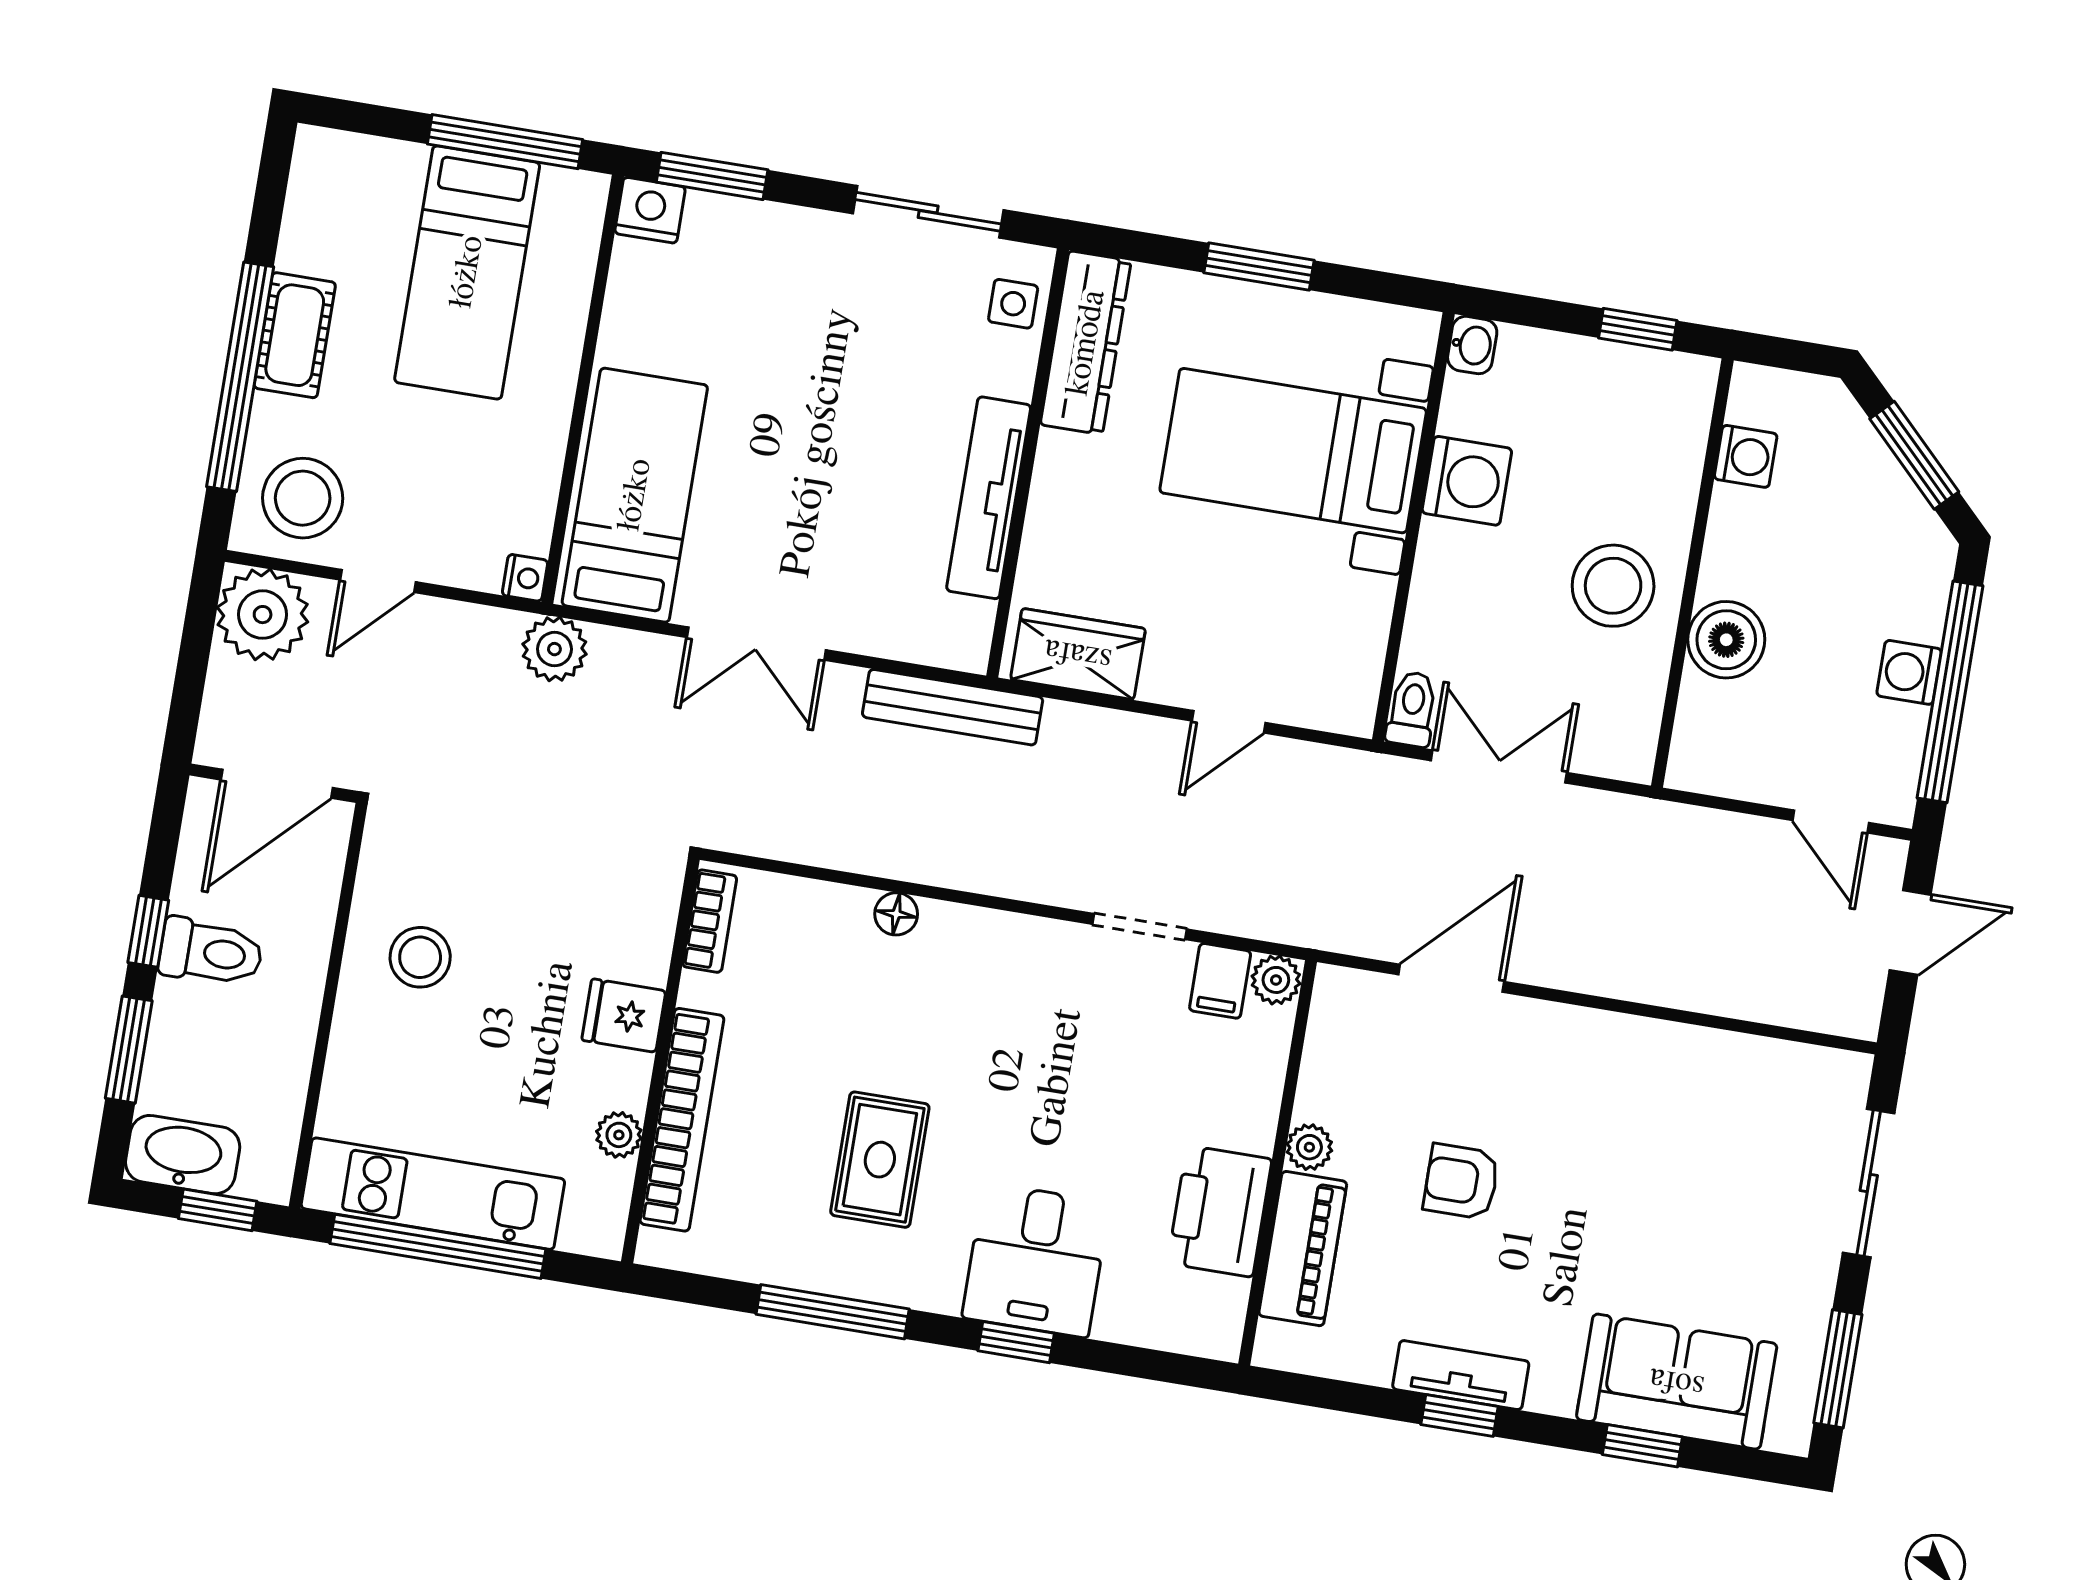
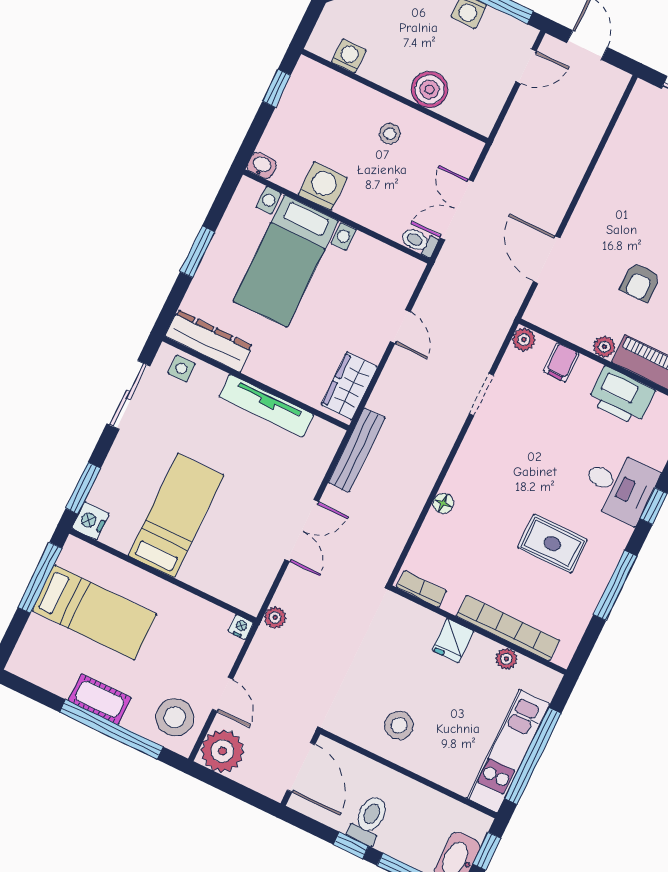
bed: (635, 495) -> (176, 515), moved, turned 90
stool: (1613, 586) -> (390, 134), width x0.53, depth x0.53
plant: (554, 649) -> (275, 618), width x0.73, depth x0.73
filing cabinet: (1220, 981) -> (561, 362), moved, turned 90

